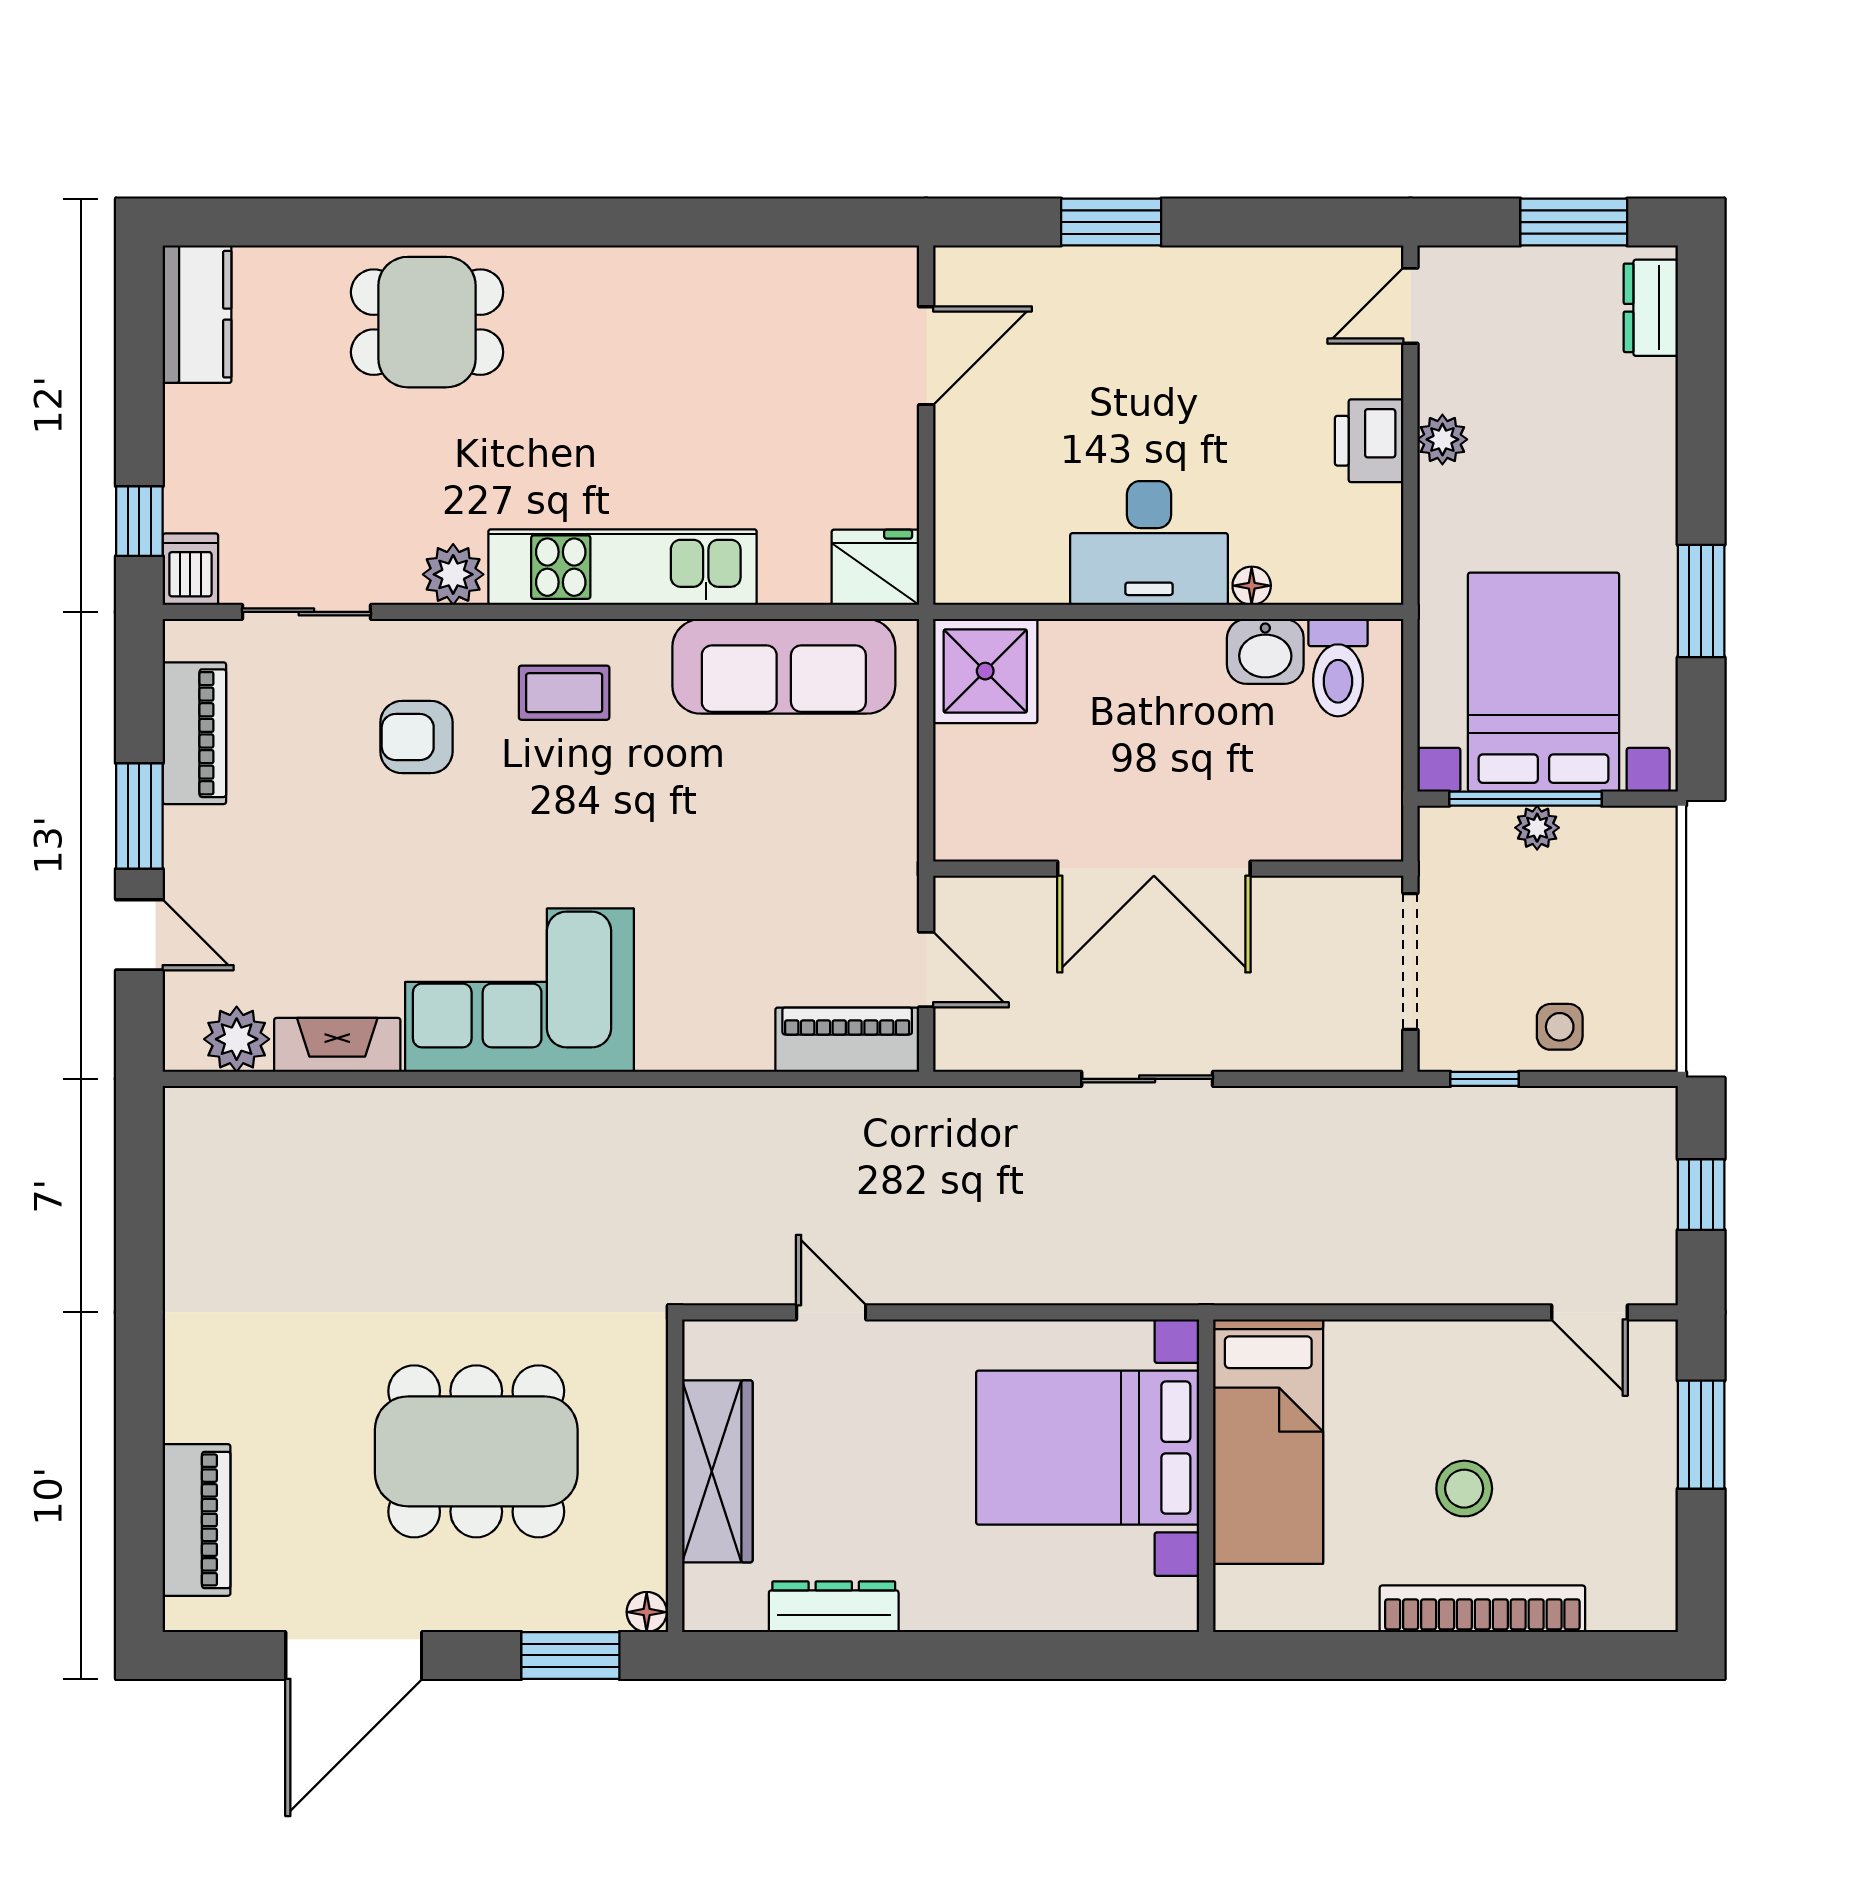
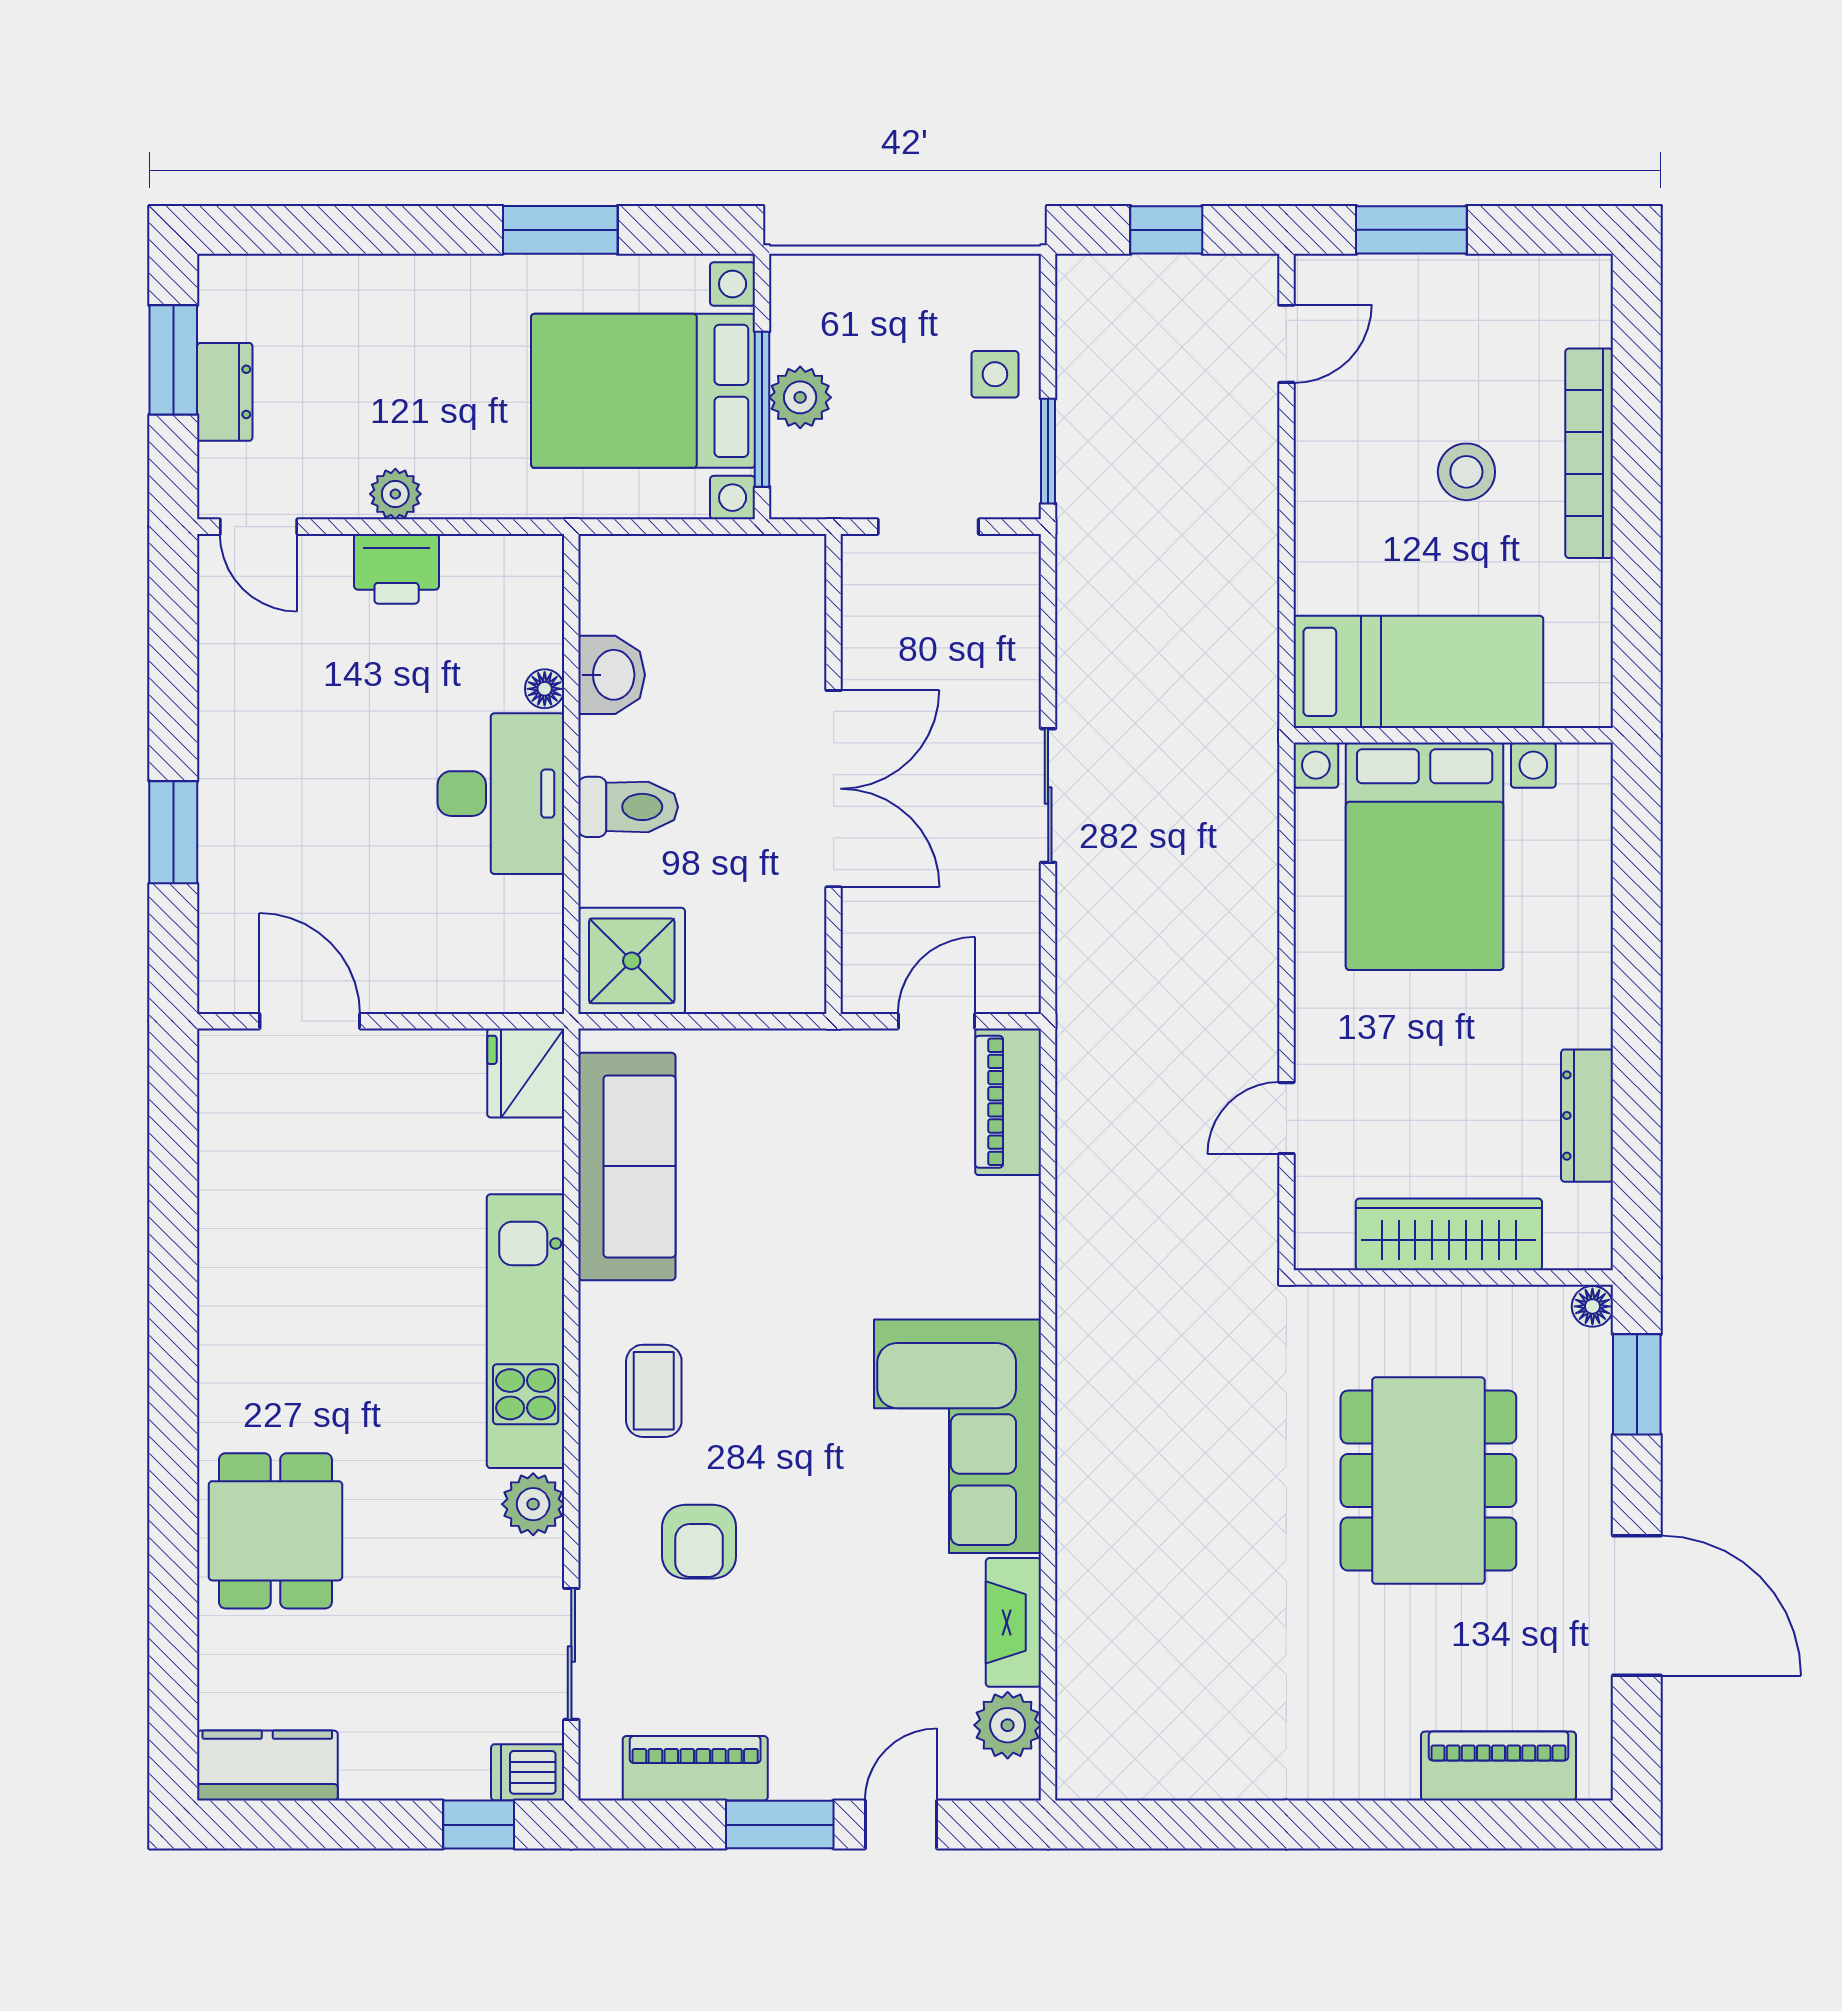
dresser: (1651, 308) -> (225, 392), moved, turned -90
toilet: (1338, 668) -> (628, 807), moved
plant: (1537, 828) -> (800, 397), width x1.38, depth x1.38
doorway: (1410, 962) -> (928, 527), width x0.73
window: (1484, 1079) -> (1048, 451), width x1.50

